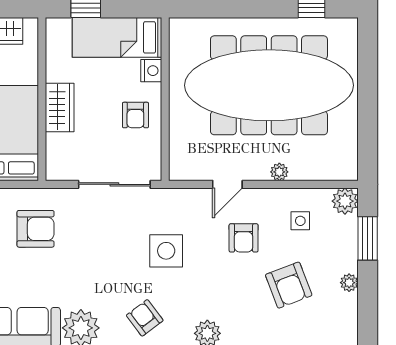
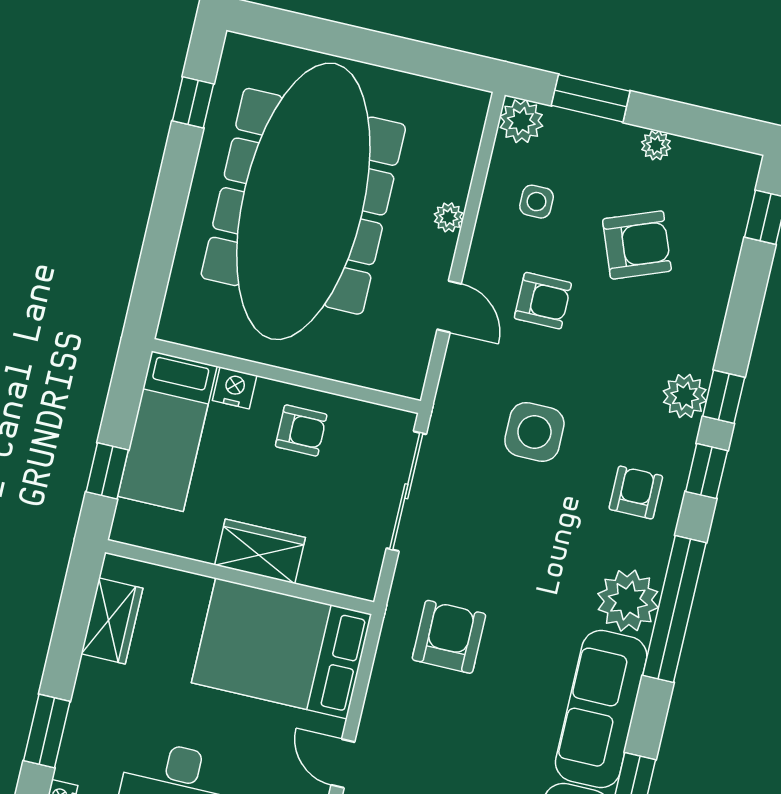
armchair: (145, 318) -> (636, 492), turned 127

